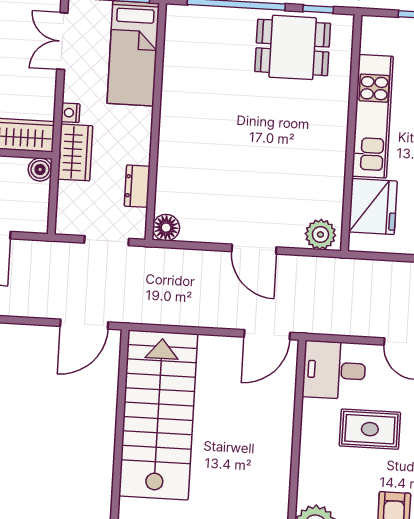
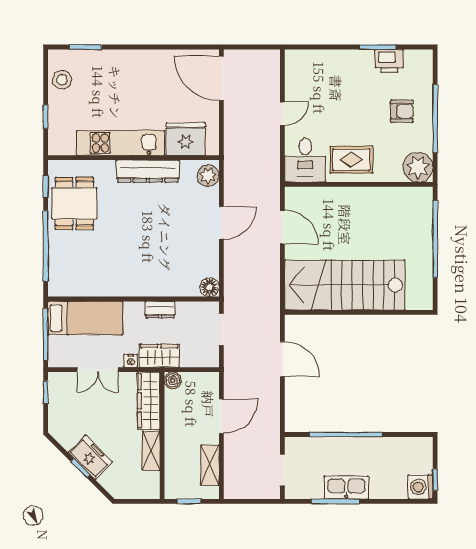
double door: (62, 41) -> (98, 370), moved
dresser: (331, 152) -> (148, 171), added
dresser: (137, 186) -> (160, 310), moved
door: (84, 324) -> (282, 359), moved
door: (267, 335) -> (282, 227), moved
rug: (370, 429) -> (351, 160), moved, turned 90

